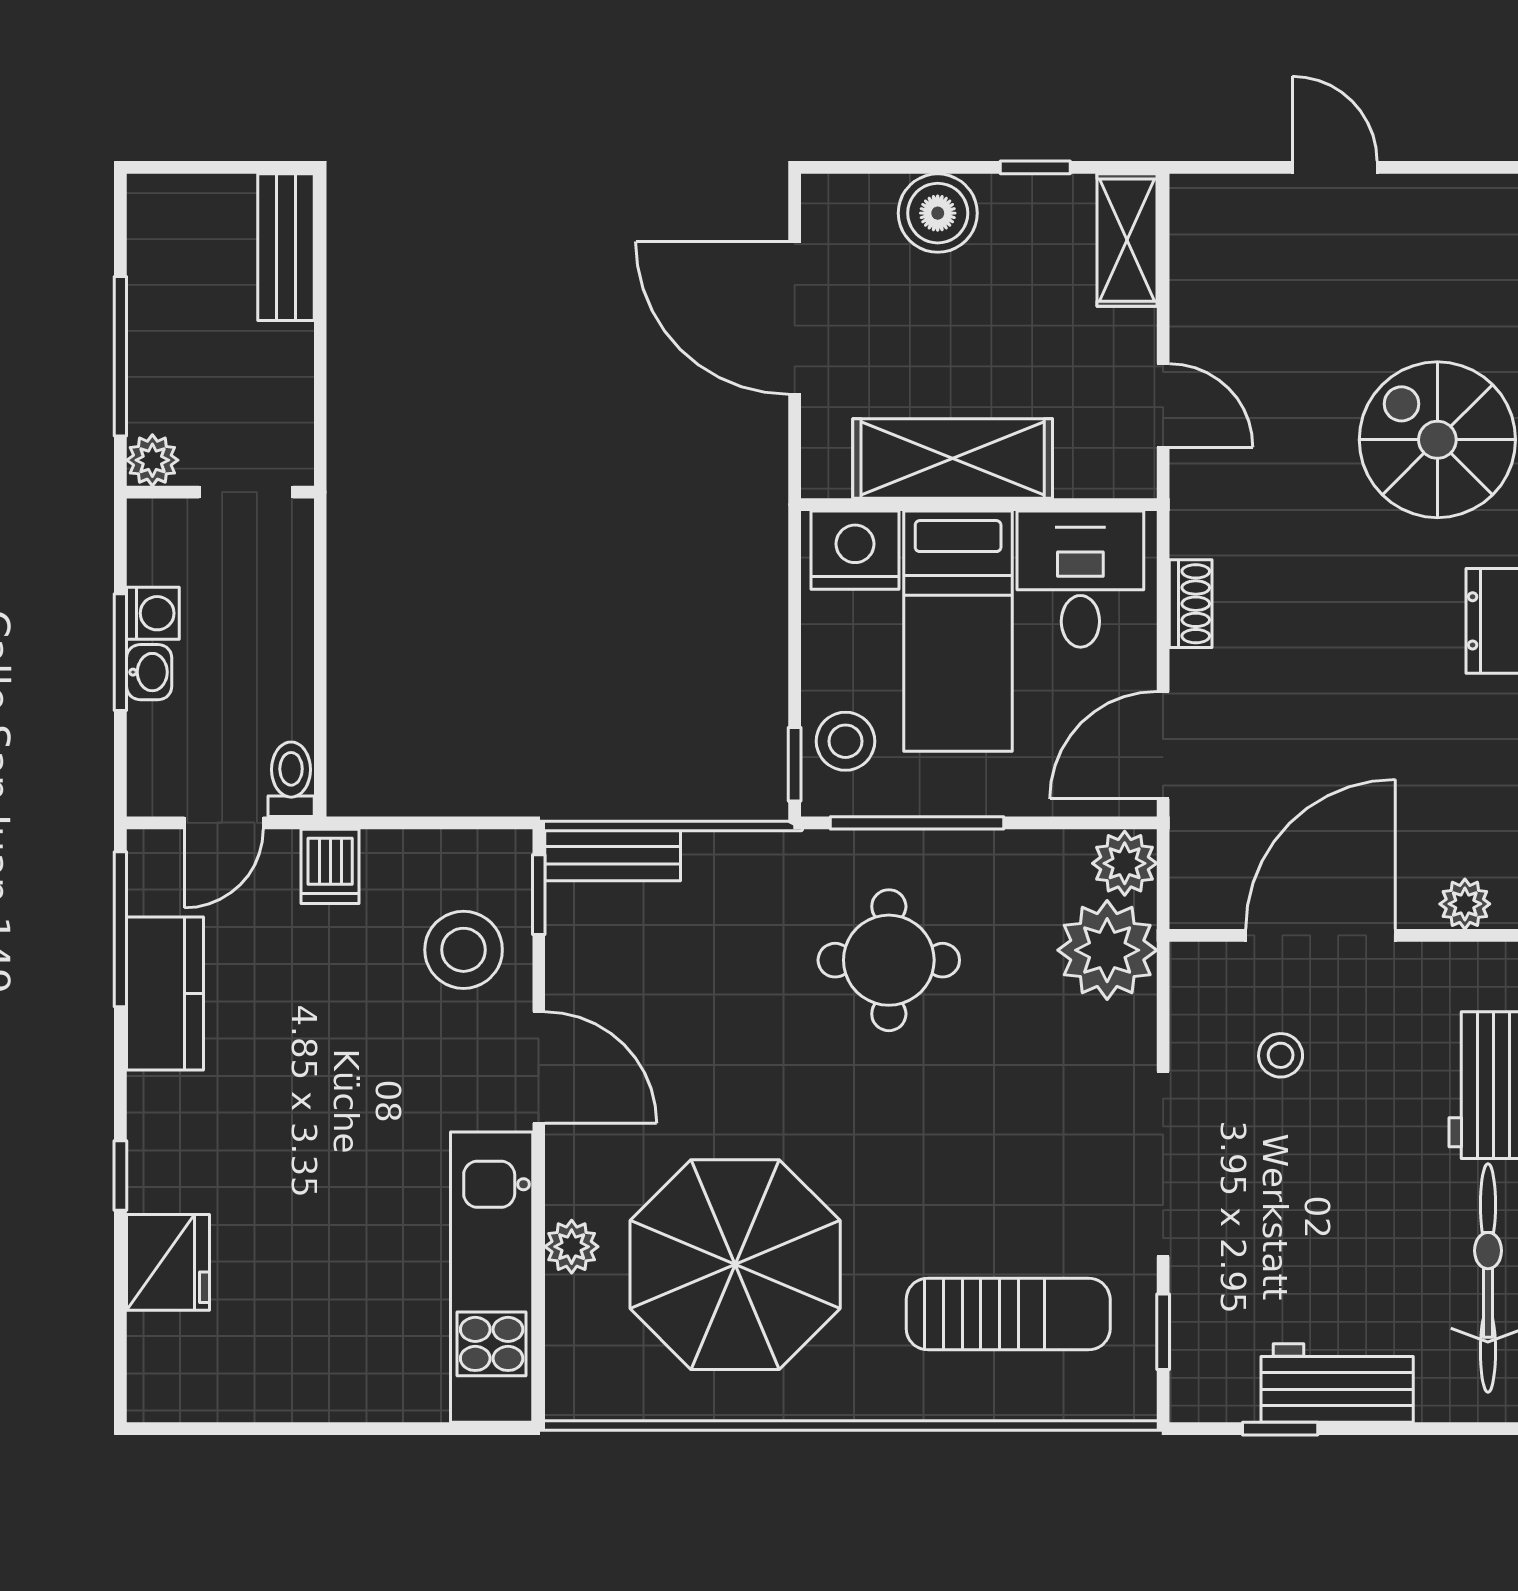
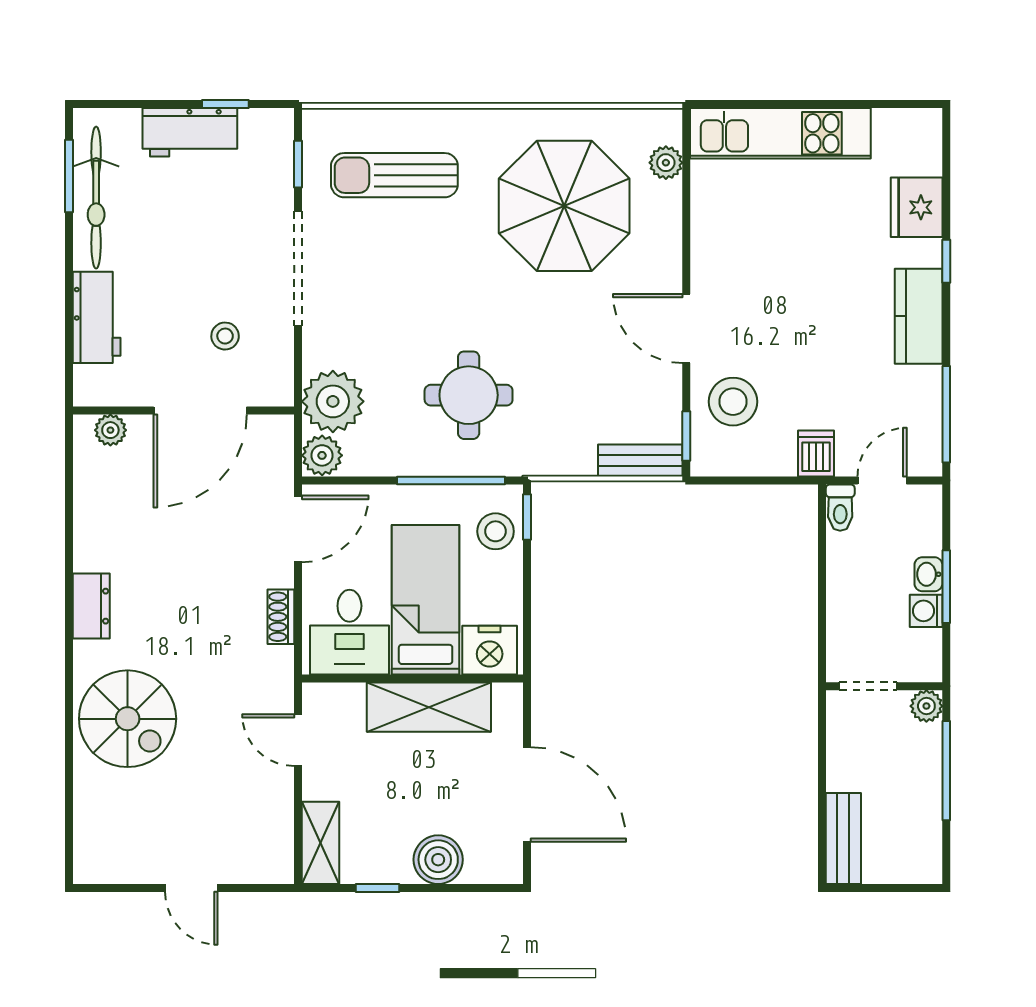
kitchen counter: (165, 994) -> (919, 316), moved
plant: (572, 1247) -> (666, 163), moved
kitchen unit: (492, 1277) -> (780, 133), moved, turned 90

